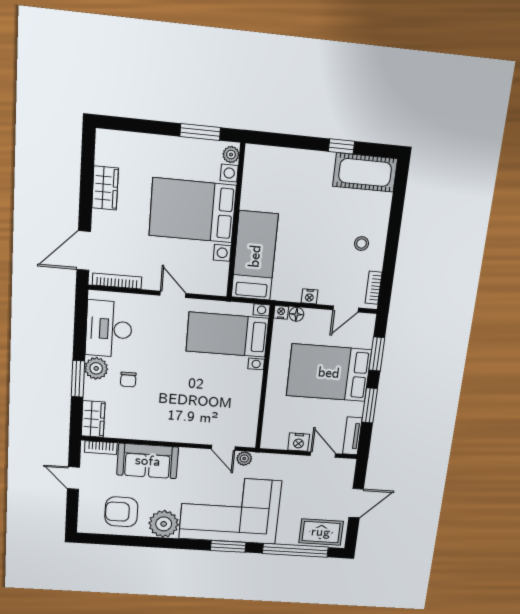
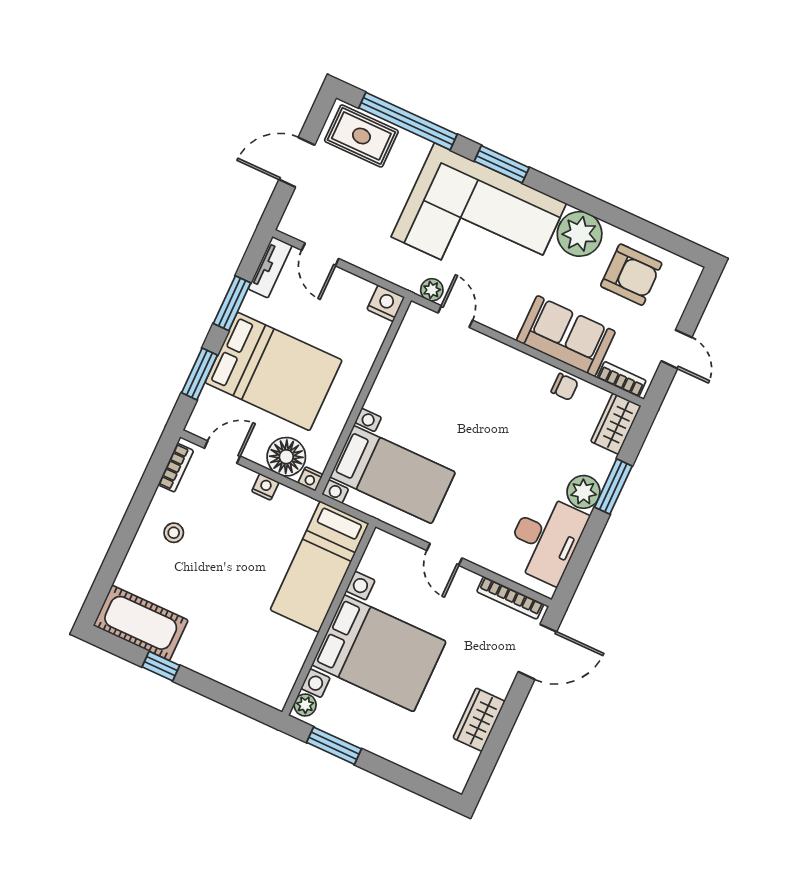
floor lamp: (296, 314) -> (286, 457), width x1.89, depth x1.89
chair: (128, 379) -> (565, 387), moved, turned 90
nightstand: (299, 442) -> (386, 303), moved

